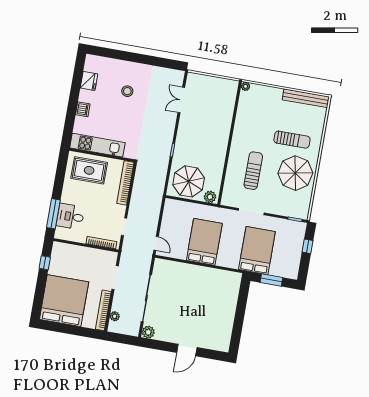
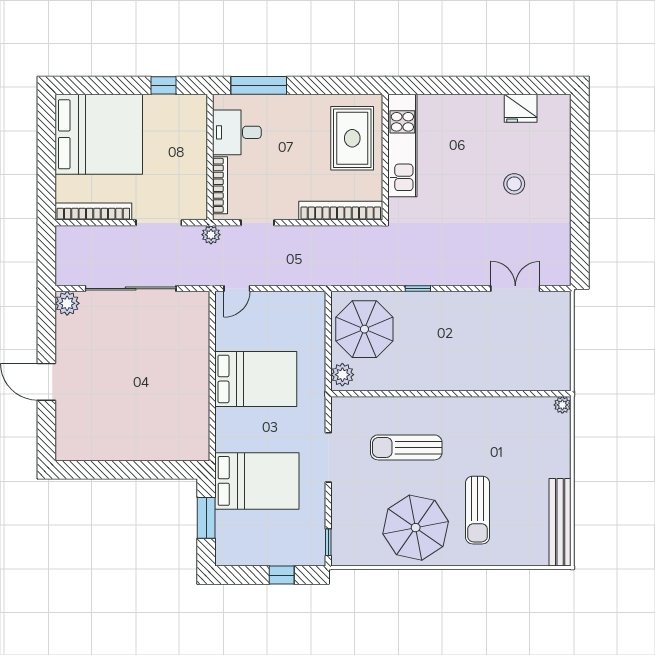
dishwasher: (83, 109) -> (465, 106), removed
sun lounger: (253, 171) -> (406, 447), turned 180
desk: (70, 216) -> (237, 132), moved, turned -90
plant: (115, 316) -> (211, 235), moved

